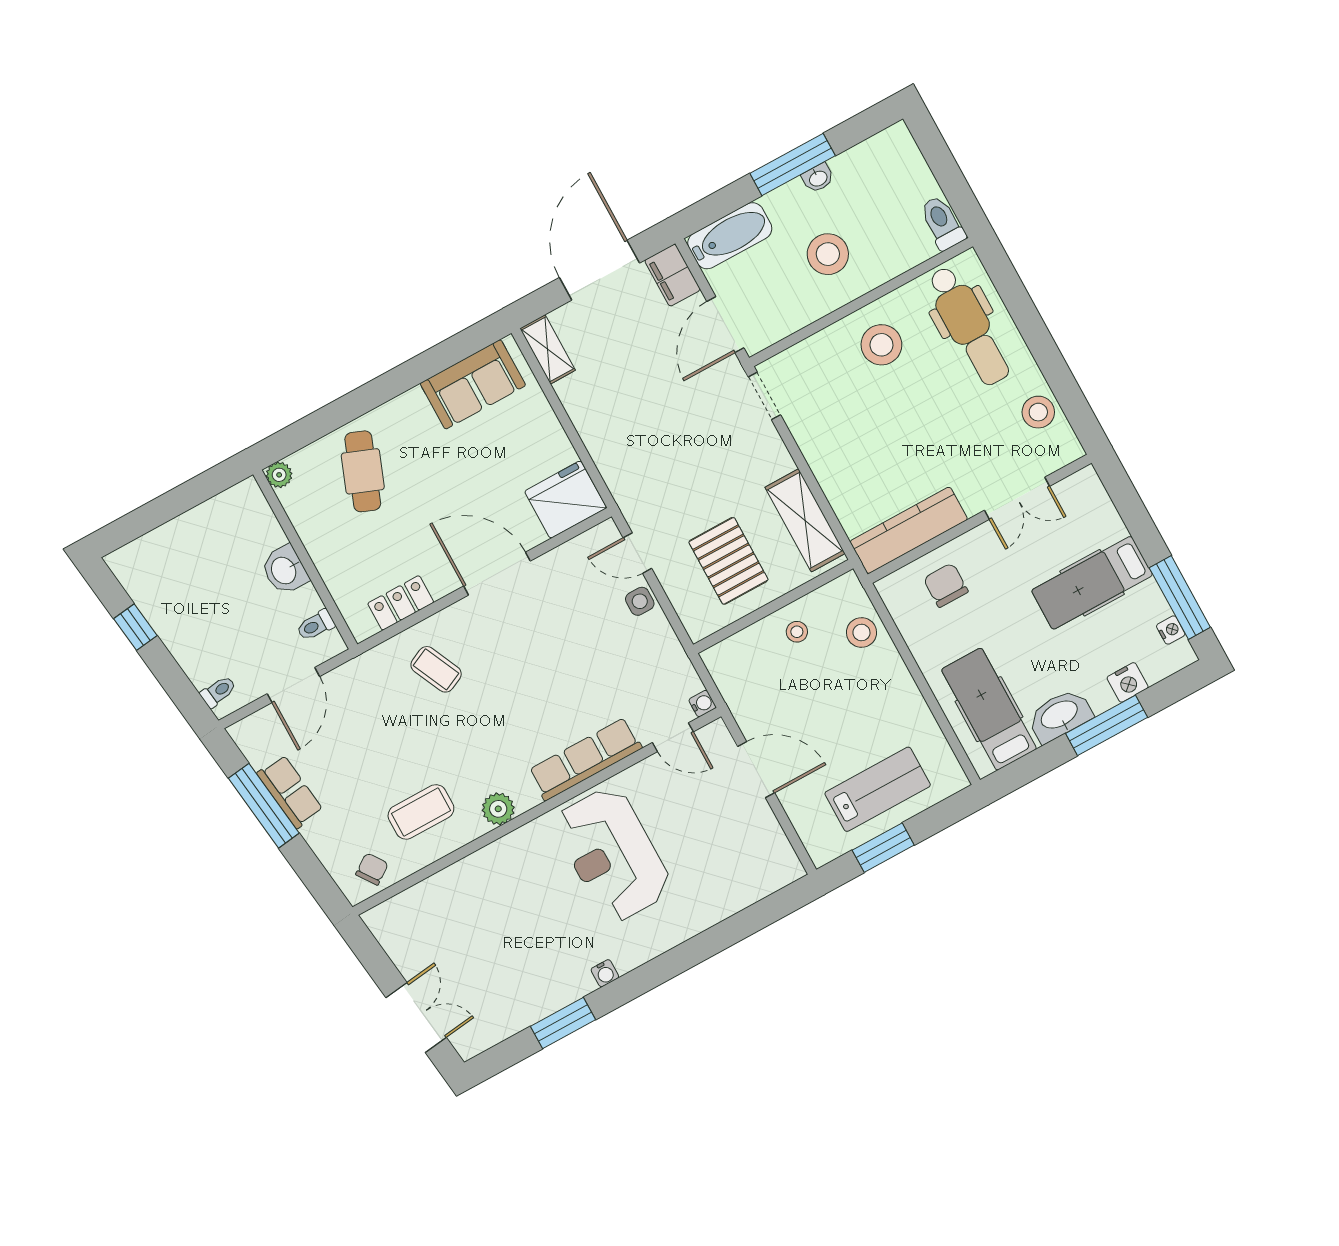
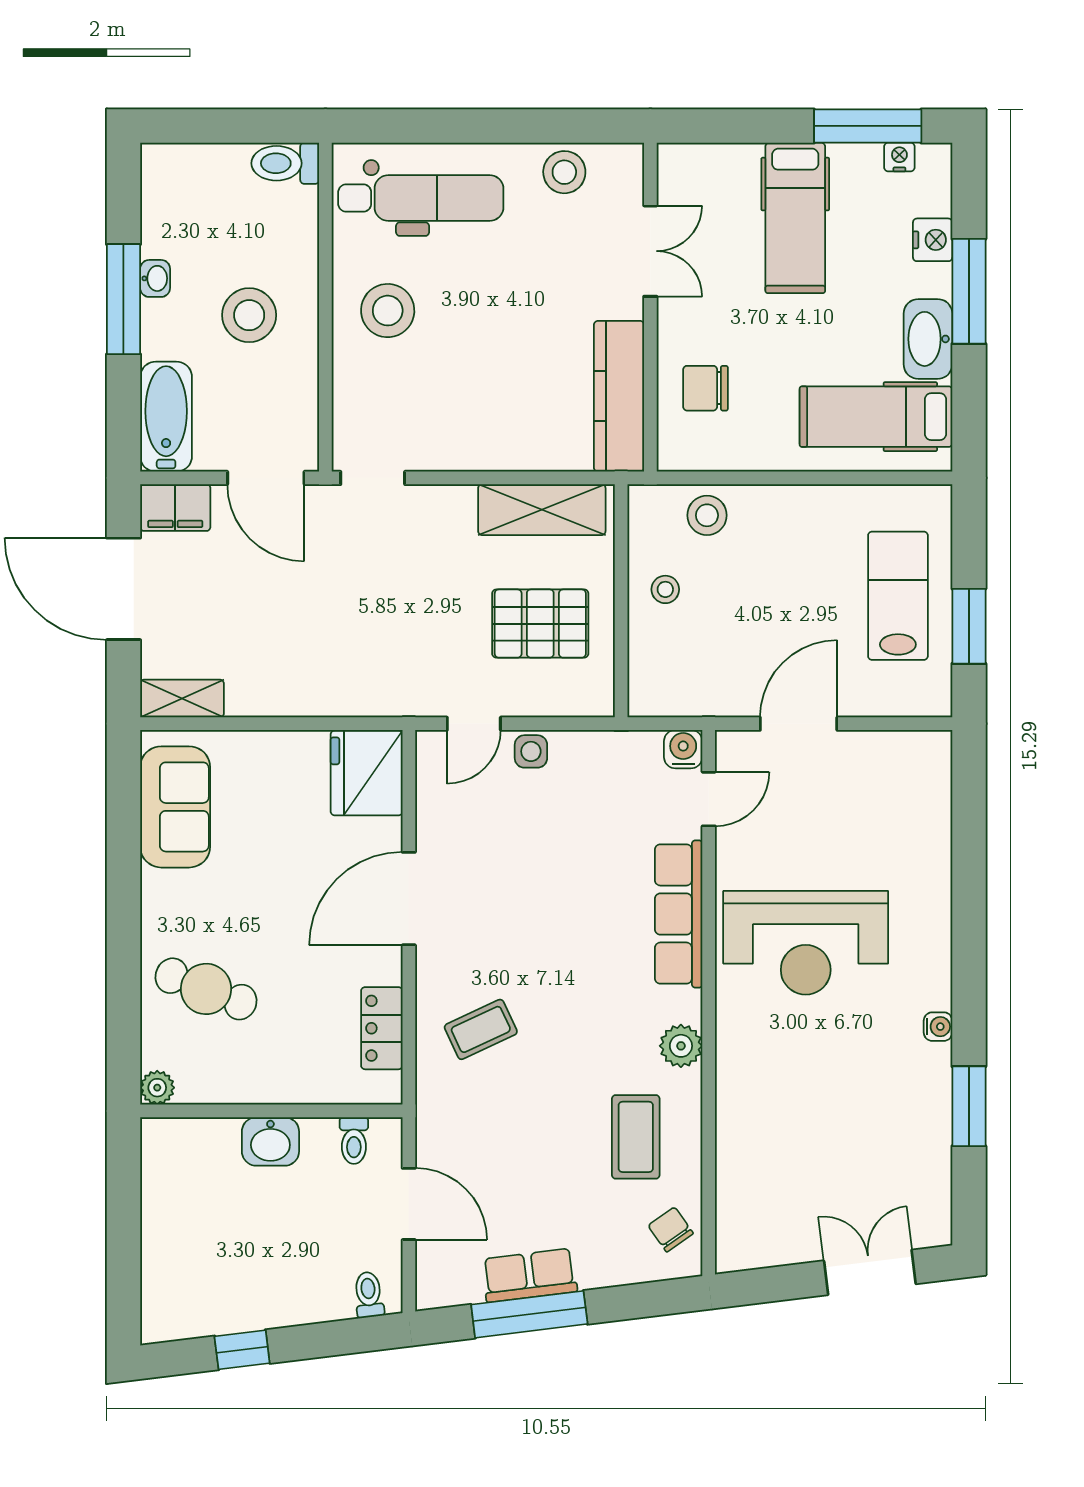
water cooler: (702, 704) -> (683, 749), width x1.38, depth x1.38

